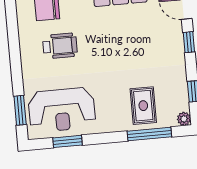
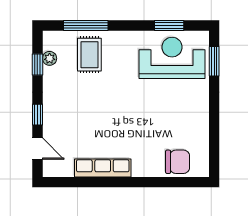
wheelchair: (60, 46) -> (168, 123), removed
plant: (184, 119) -> (50, 58), moved

